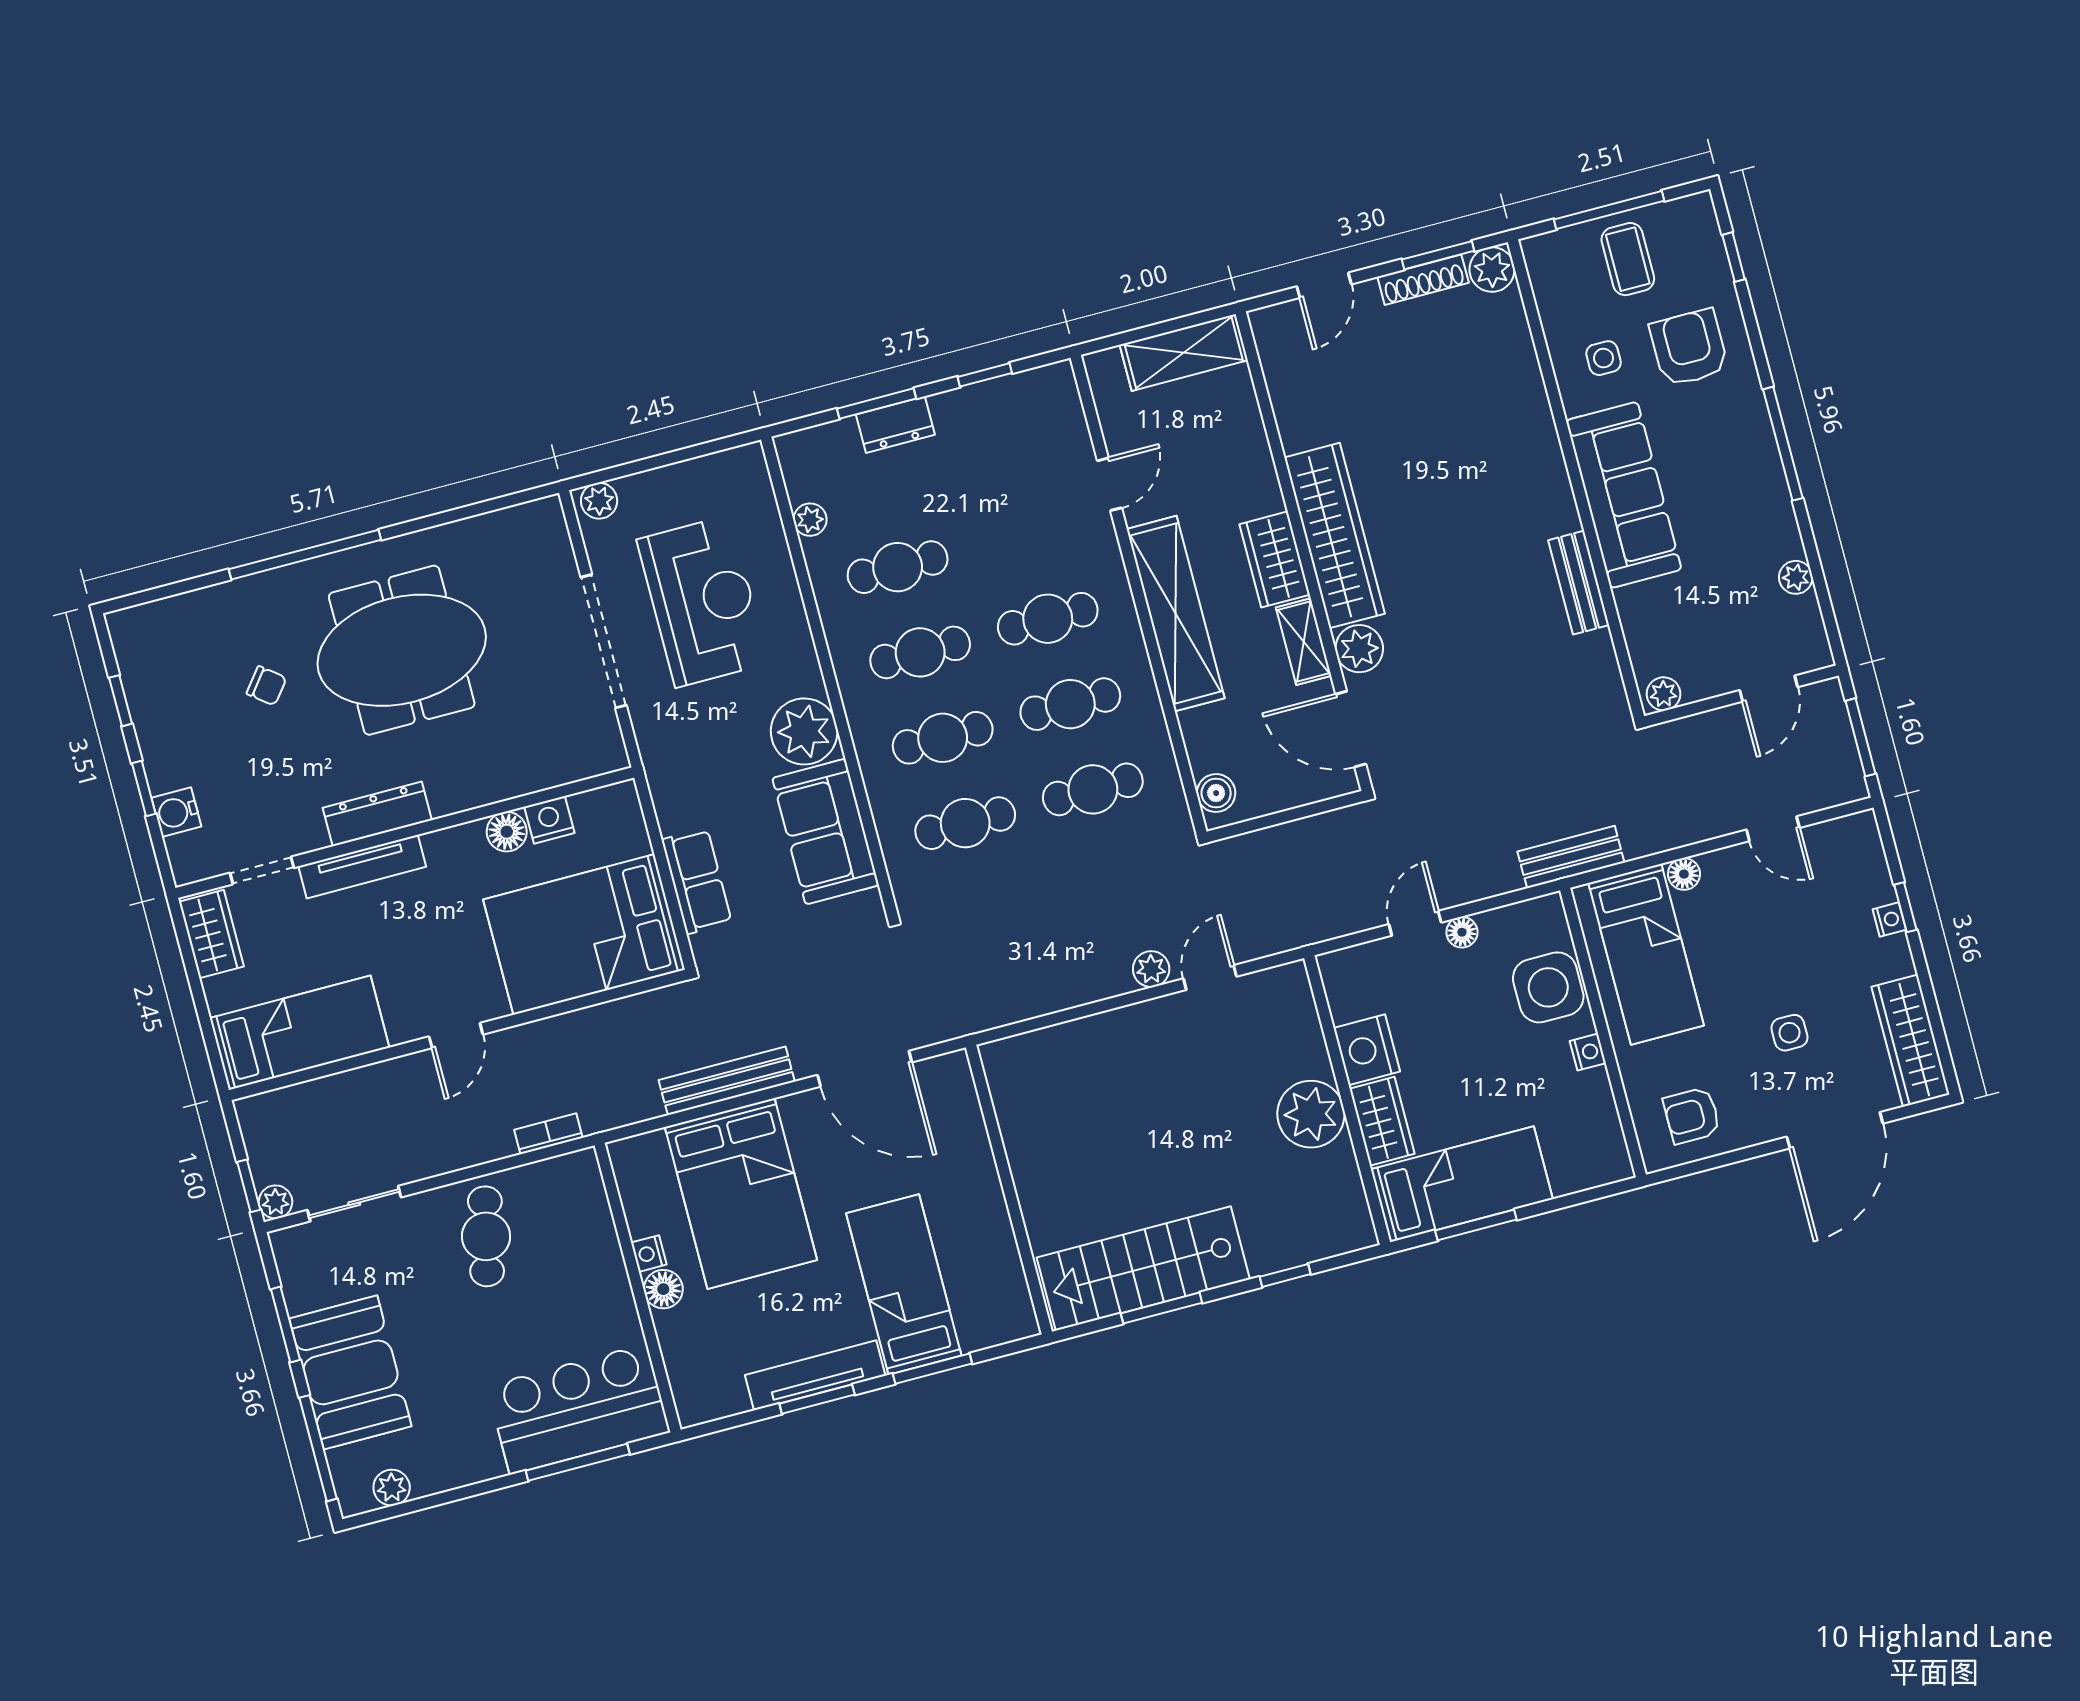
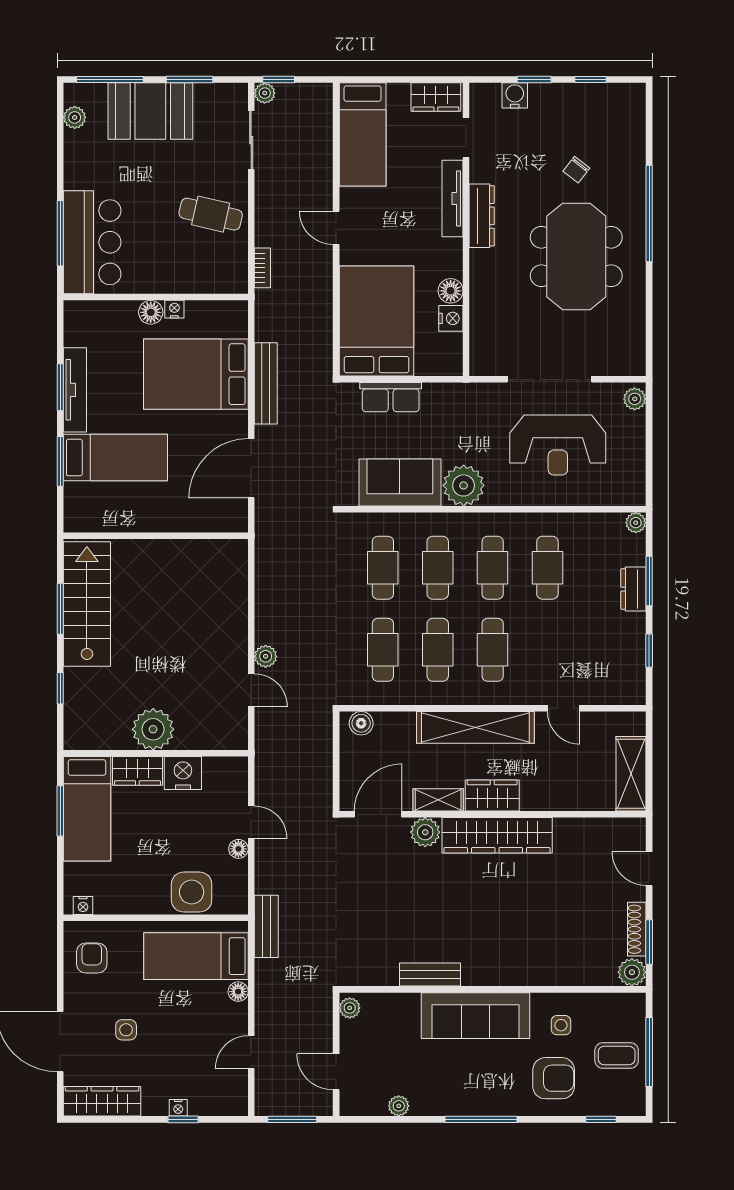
plant: (810, 520) -> (636, 523), moved
nightstand: (1588, 1052) -> (83, 906), moved

